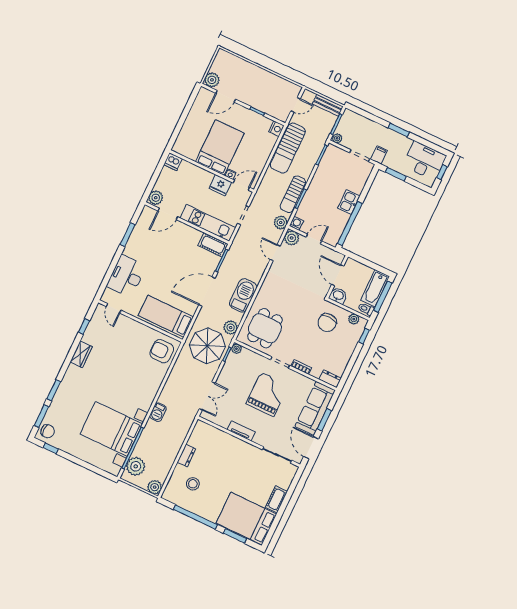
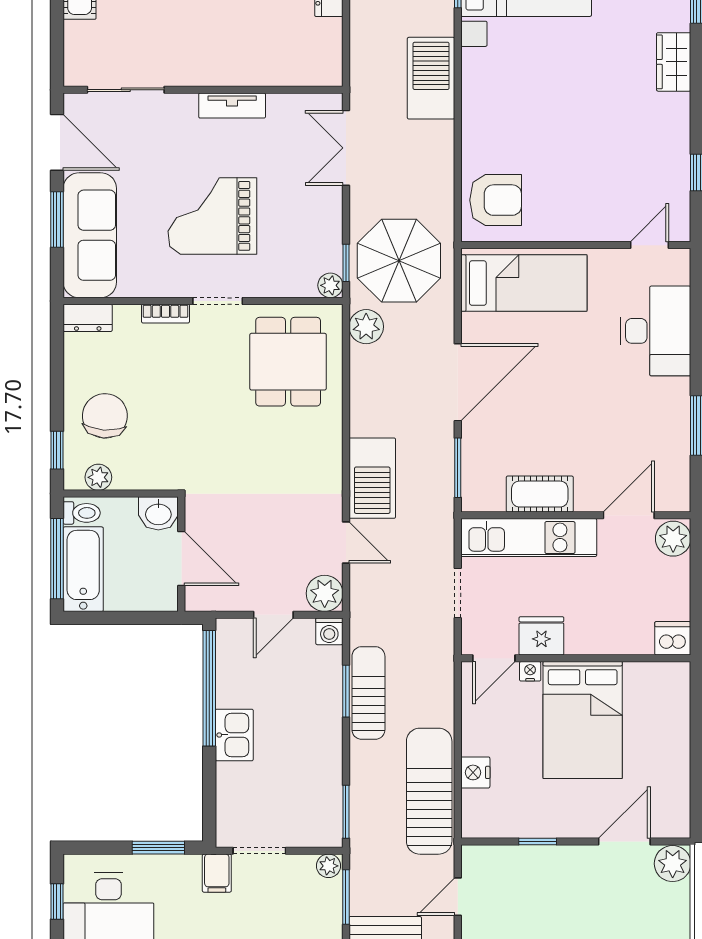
nightstand: (276, 129) -> (475, 772), moved
plant: (281, 222) -> (366, 616), removed
cot: (213, 245) -> (540, 494), moved
barbecue: (243, 295) -> (372, 478), moved
door: (114, 308) -> (649, 245), hinge flipped
chair: (327, 323) -> (105, 416), moved
wardrobe: (81, 354) -> (674, 62), moved
grand piano: (267, 394) -> (212, 216), turned 90
barbecue: (158, 412) -> (431, 78), width x1.88, depth x1.53

